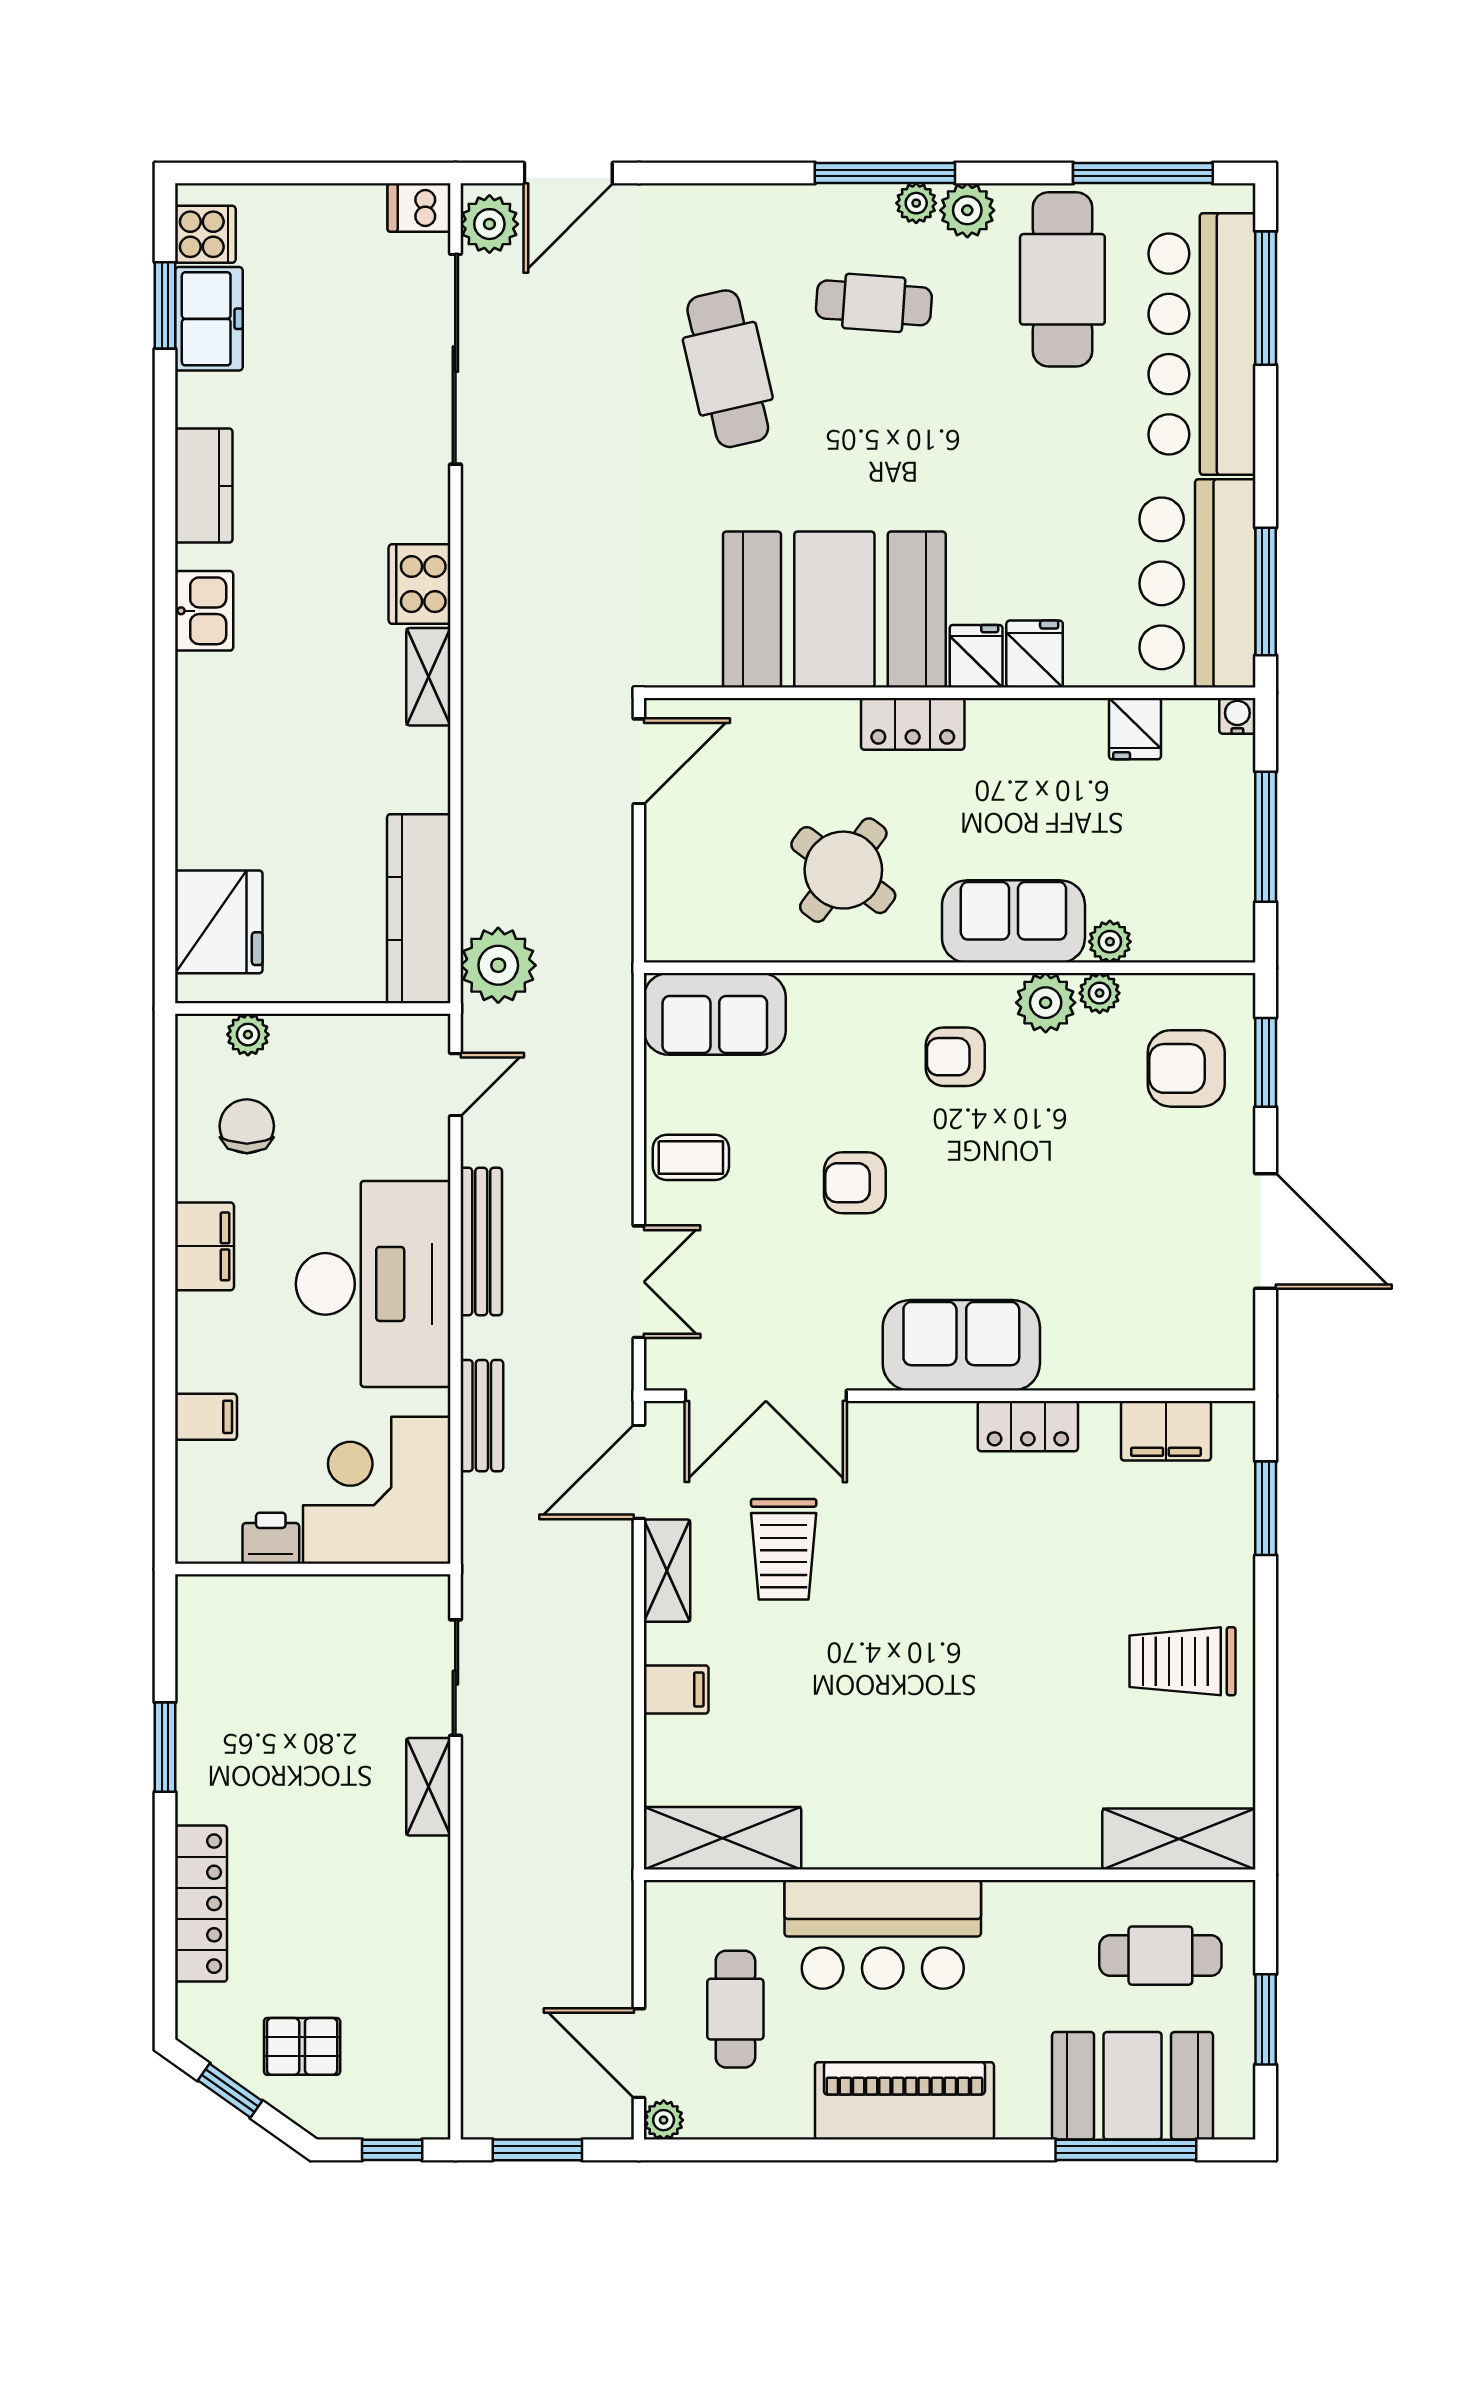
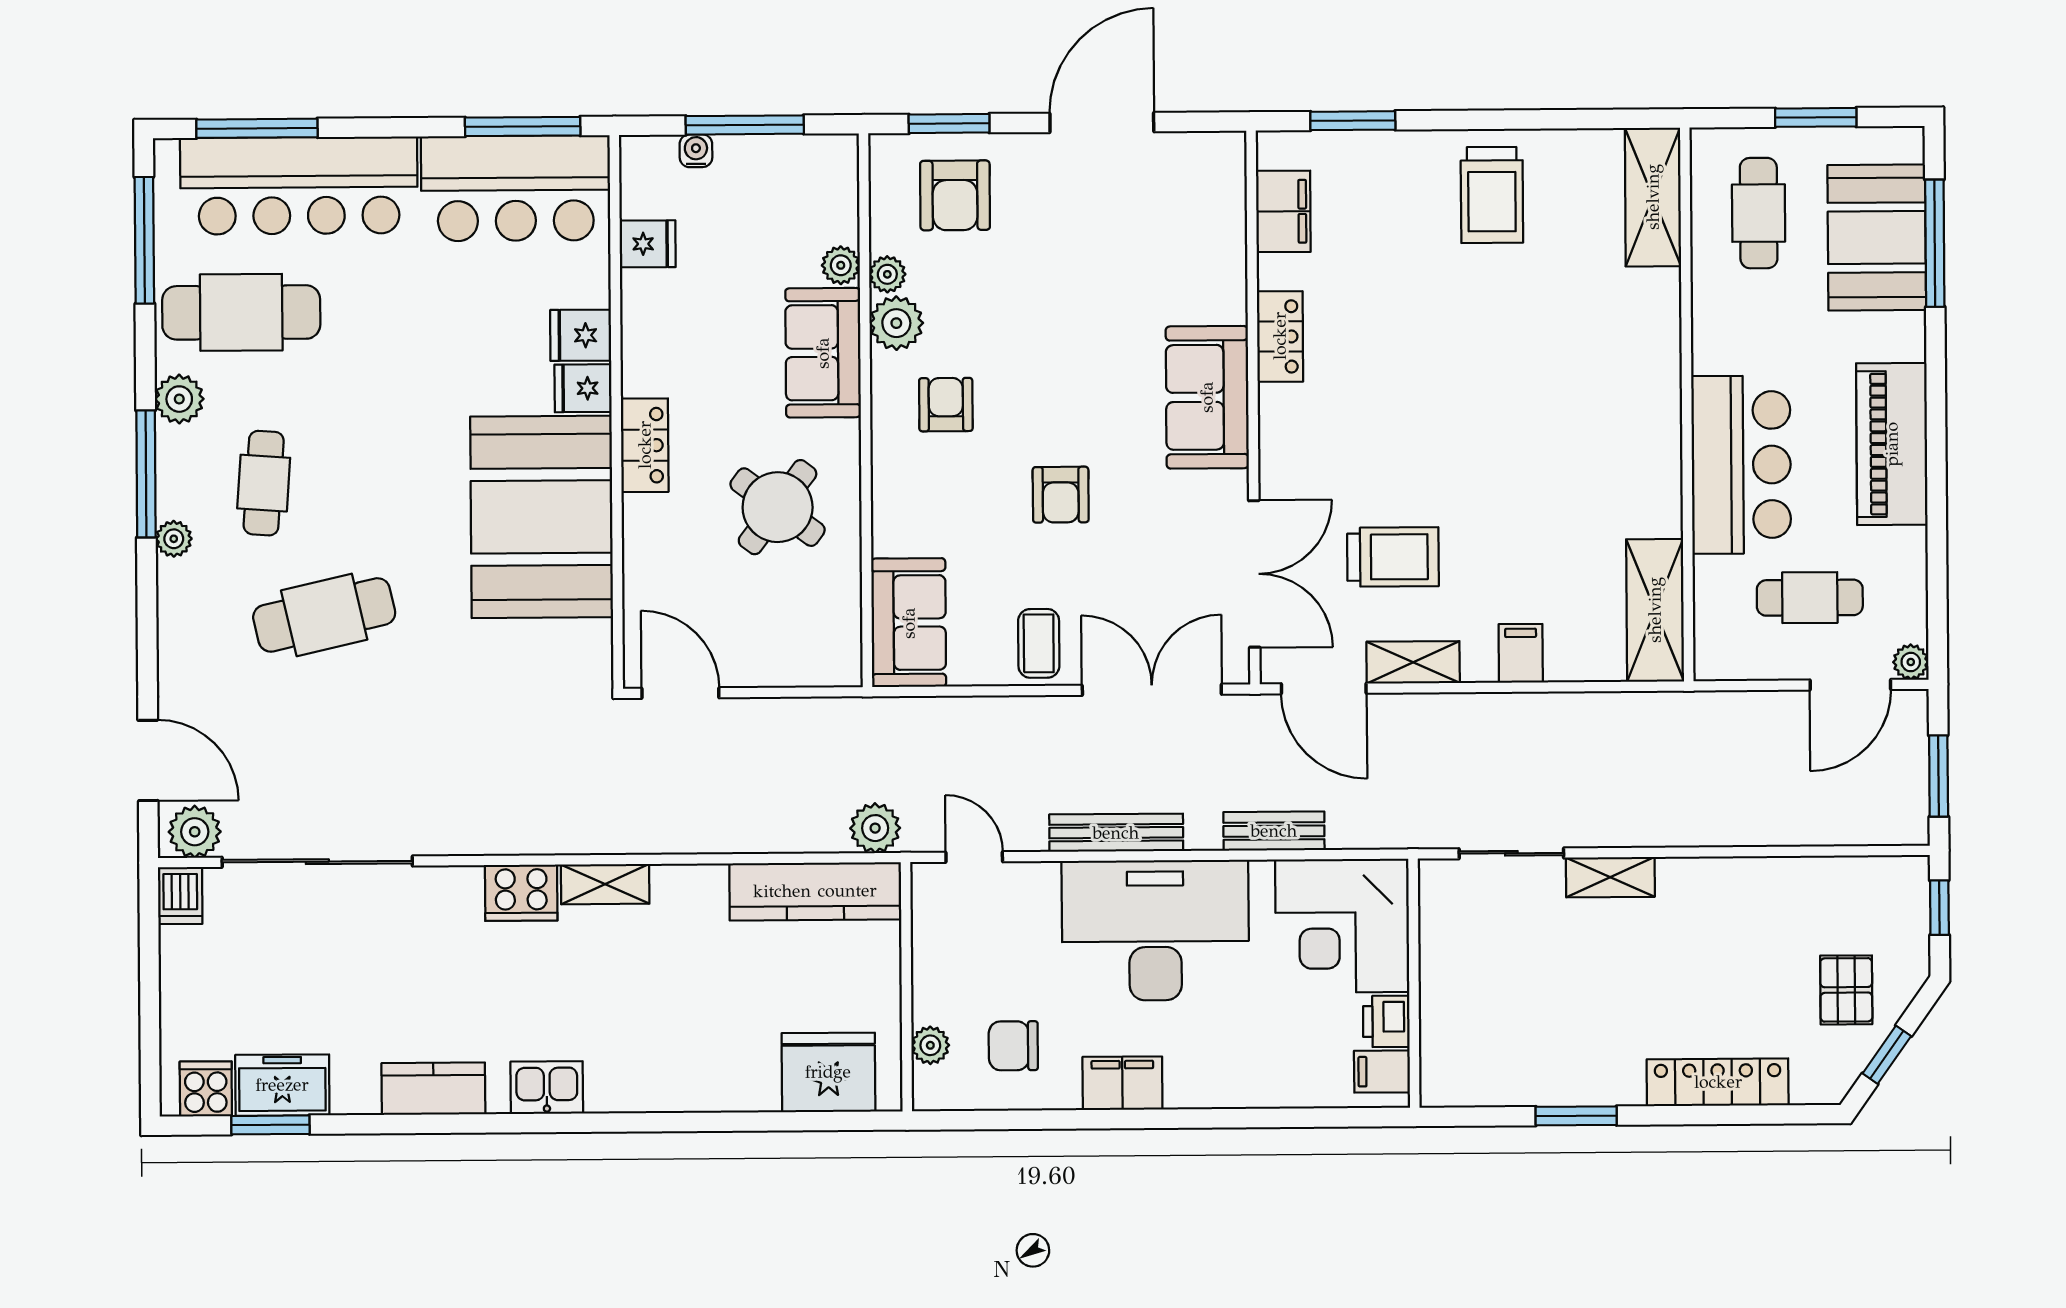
plant: (916, 203) -> (174, 539), moved
water cooler: (1237, 716) -> (696, 151), moved, turned 90
plant: (498, 965) -> (875, 828), width x0.73, depth x0.73
armchair: (955, 1057) -> (946, 405), turned 180
double door: (639, 1282) -> (1152, 690), width x1.37
filing cabinet: (206, 1417) -> (1382, 1072), moved, turned -90

